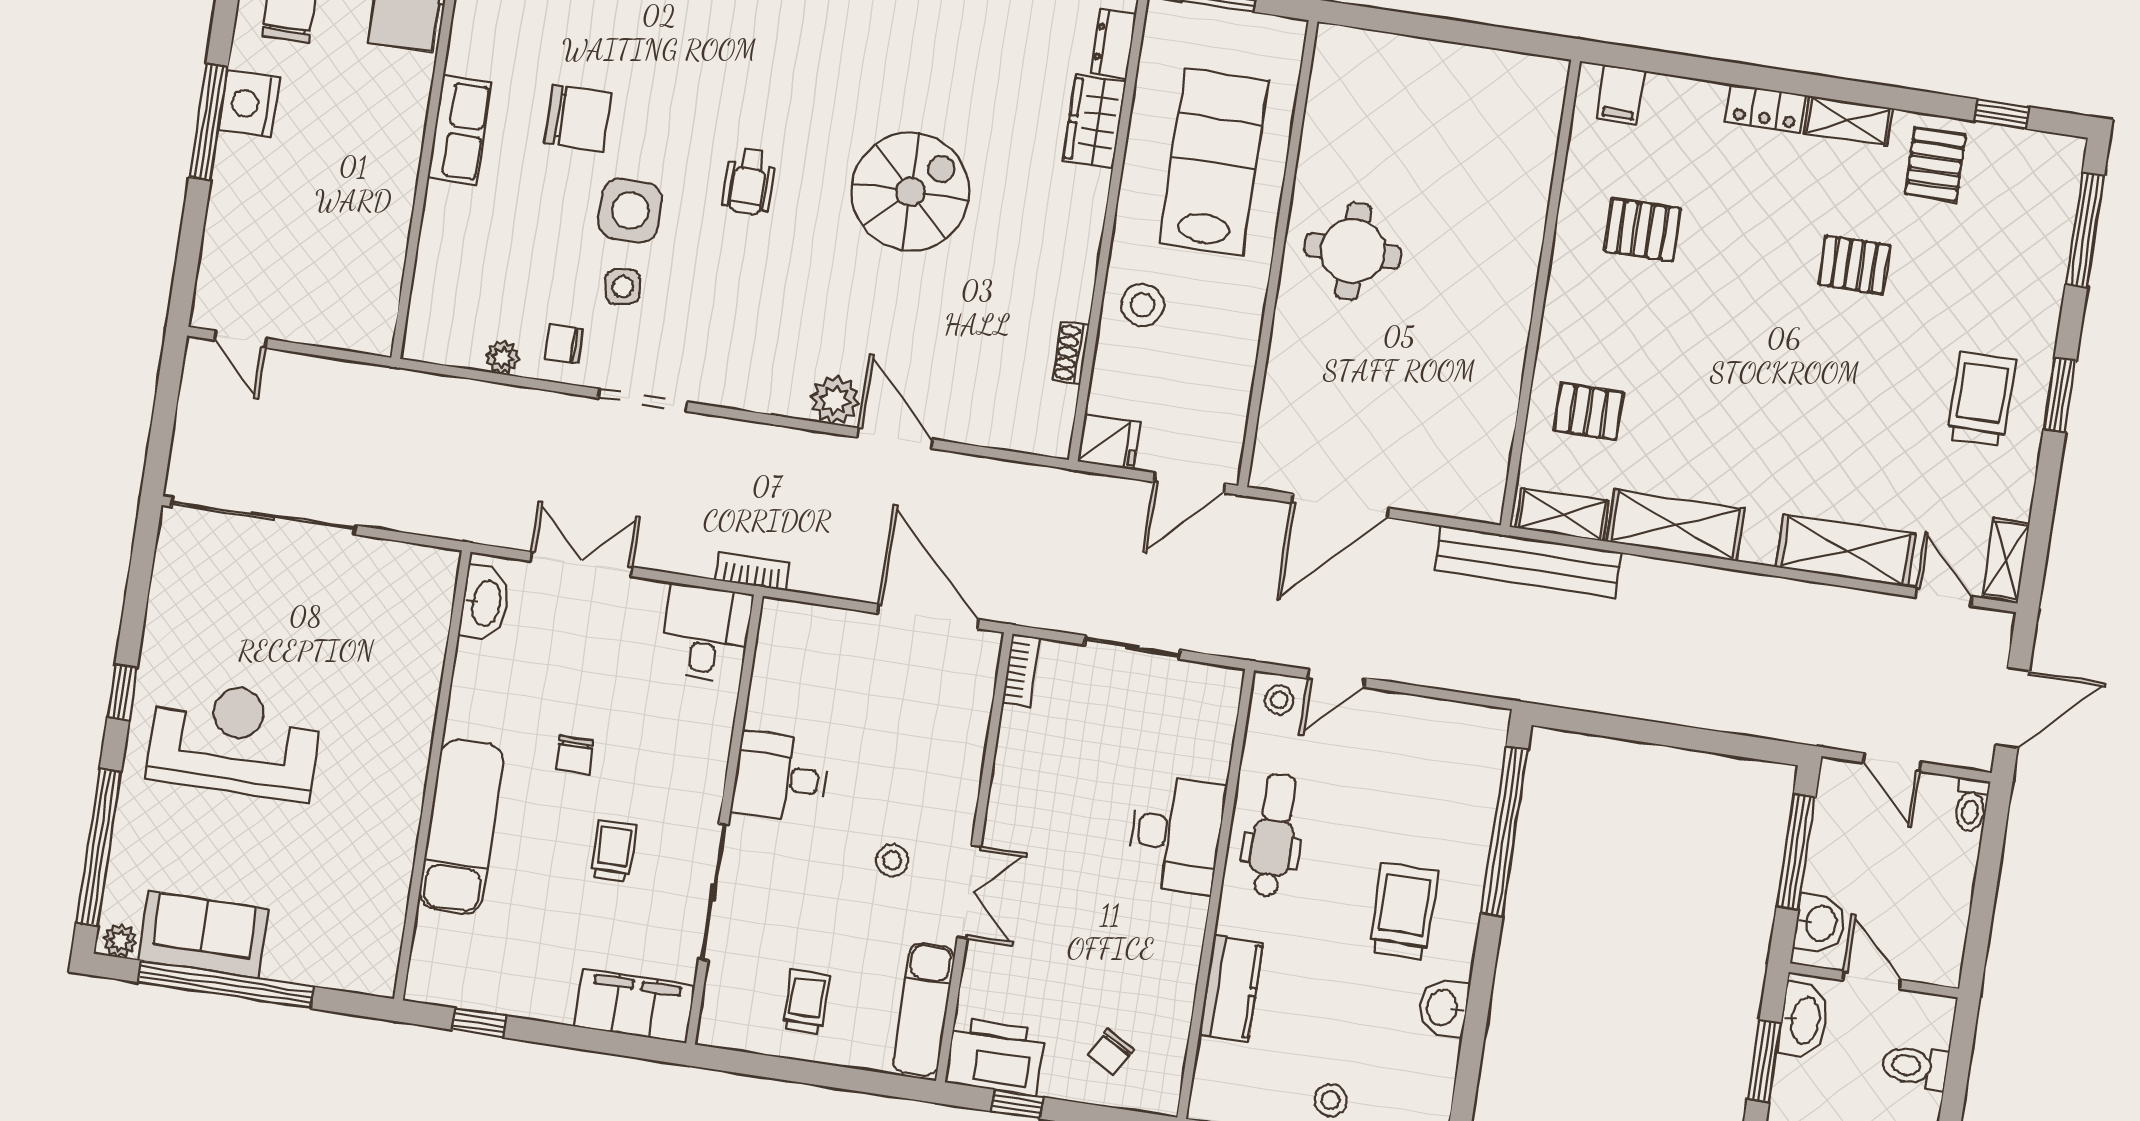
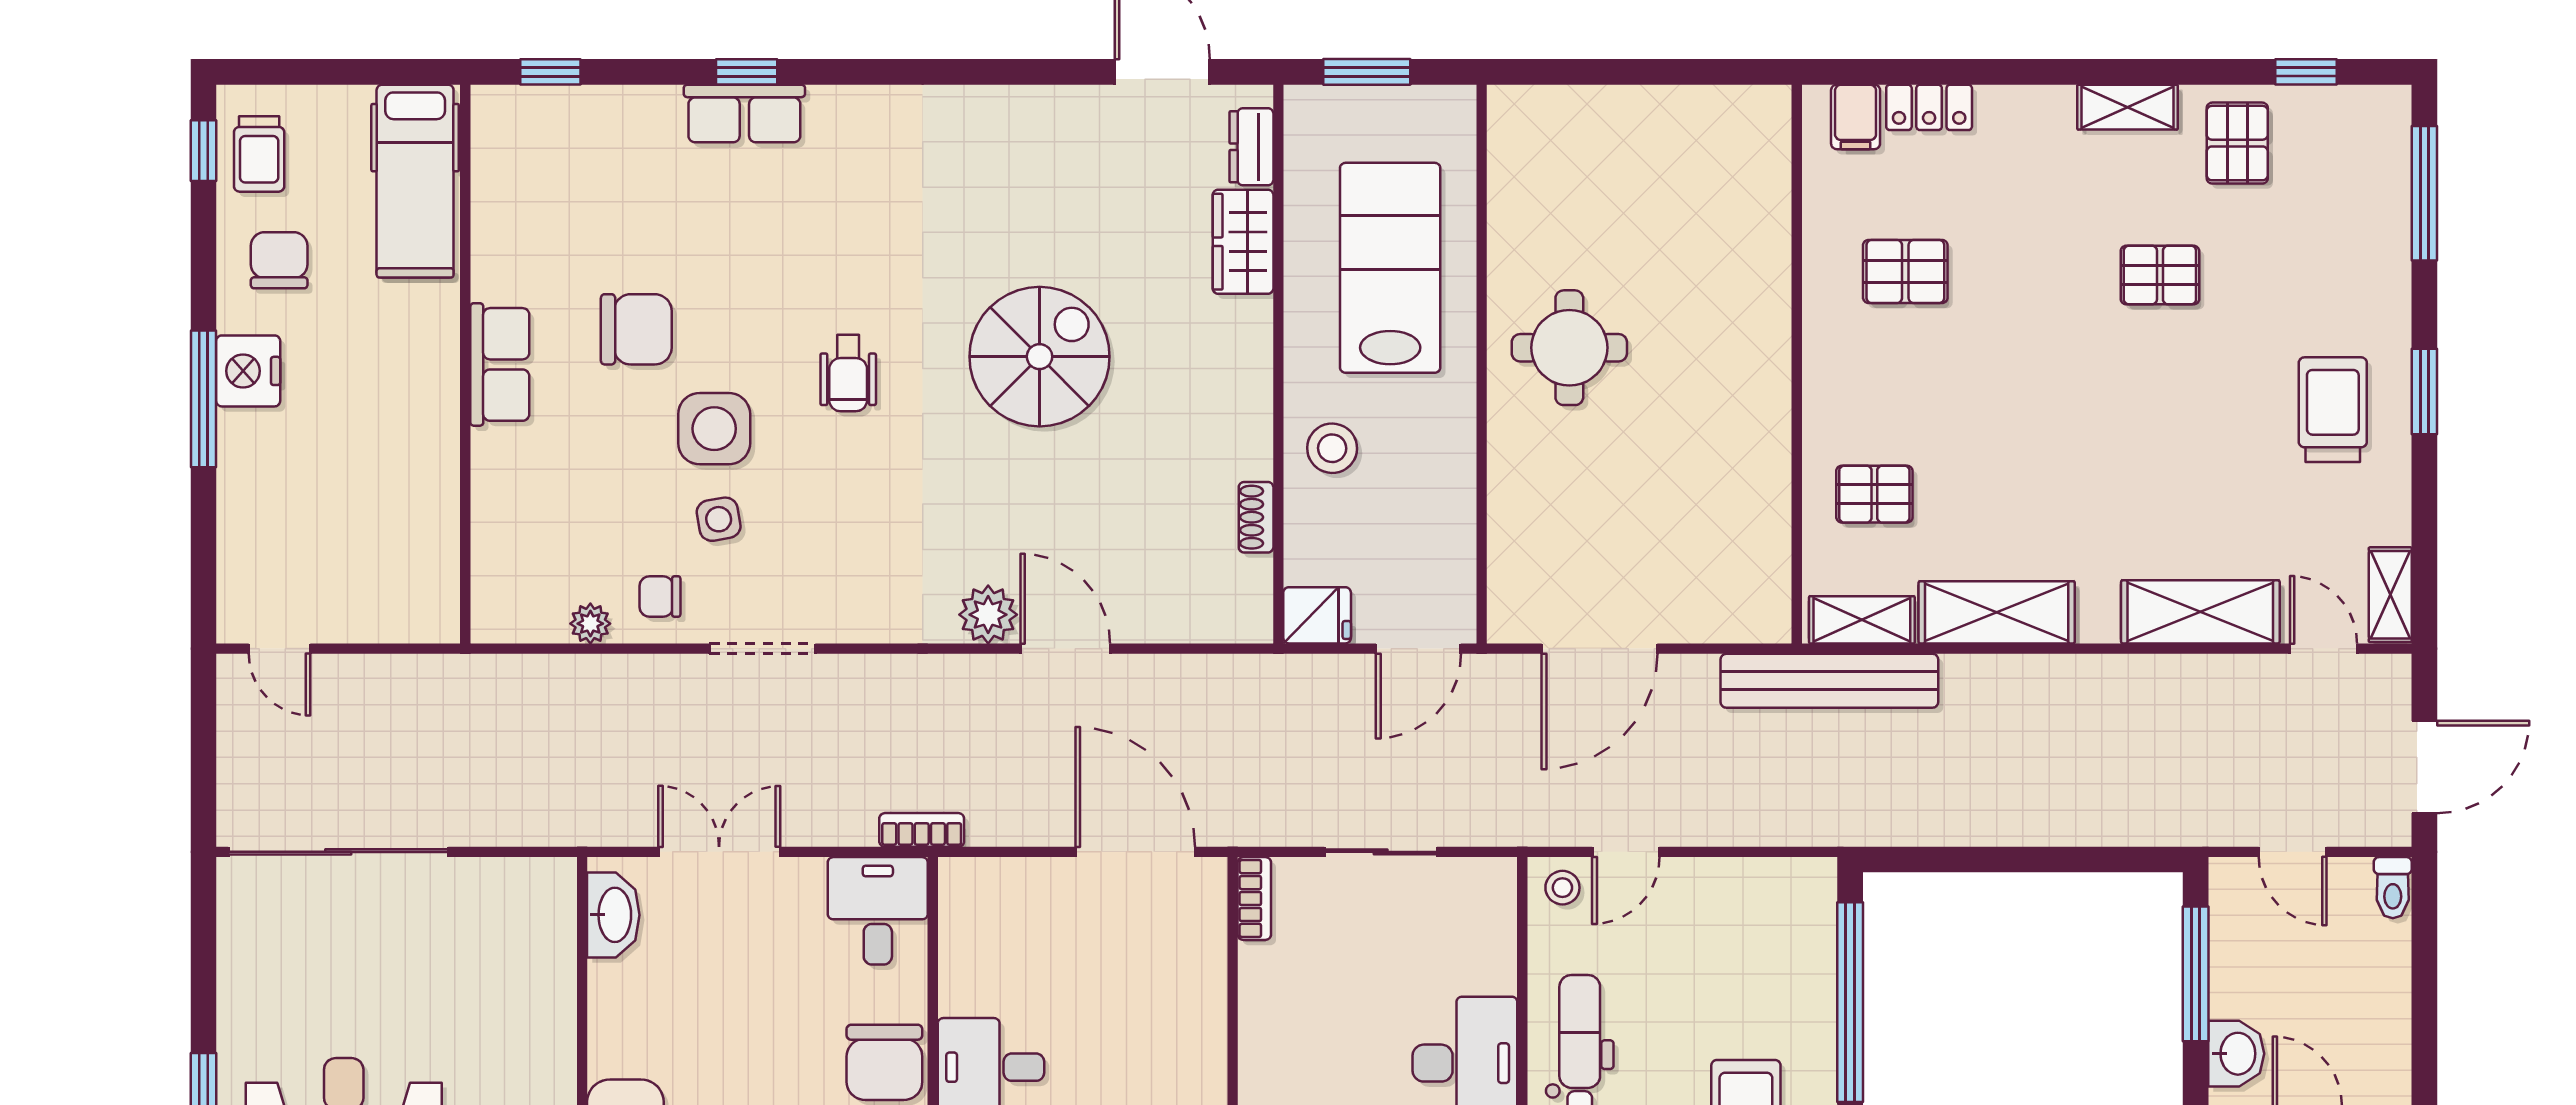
locker: (1765, 109) -> (1929, 107), moved
chair: (574, 755) -> (884, 1062), moved, width x1.87, depth x1.87

